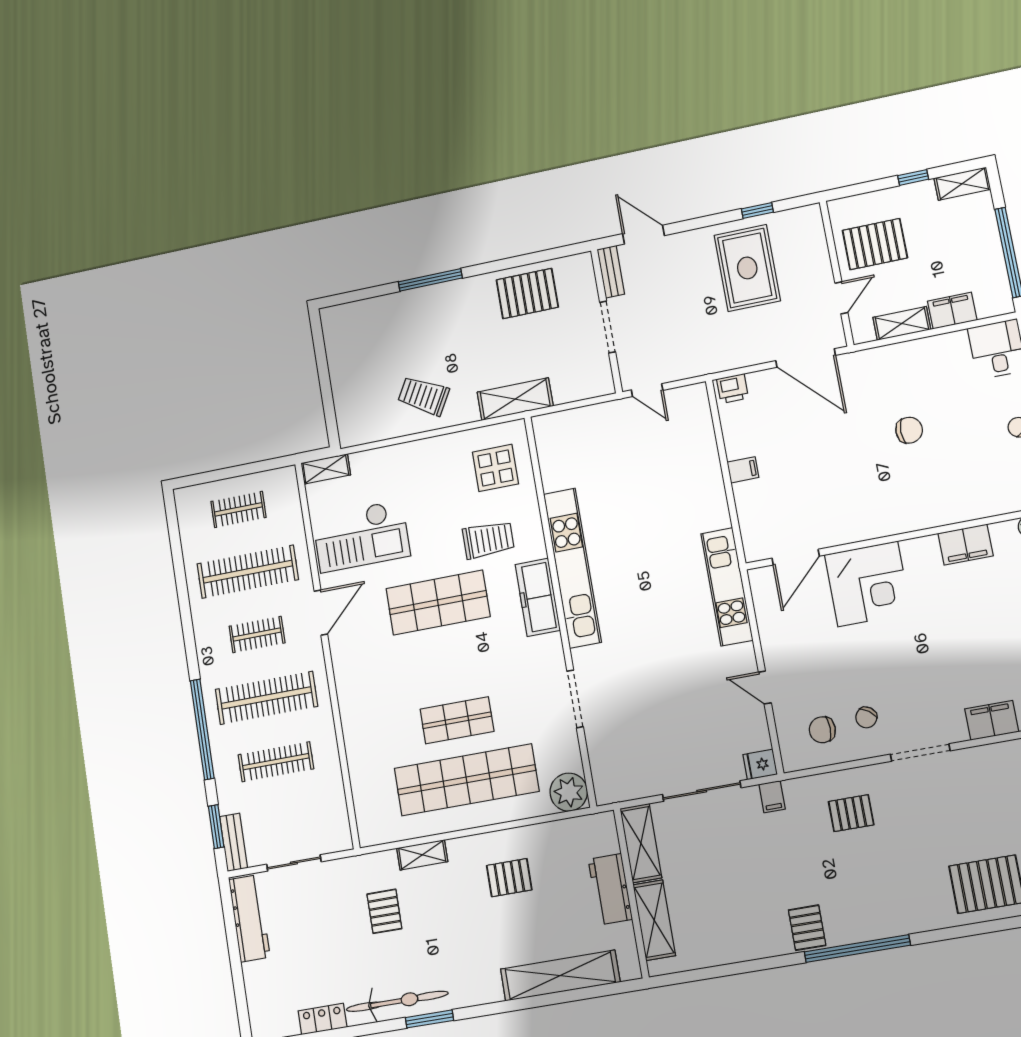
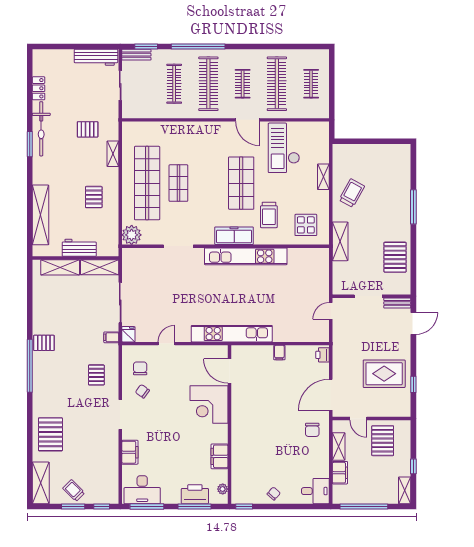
chair: (909, 430) -> (312, 430), moved
shelving: (326, 469) -> (323, 177), moved
kitchen unit: (727, 587) -> (232, 334), width x1.36

